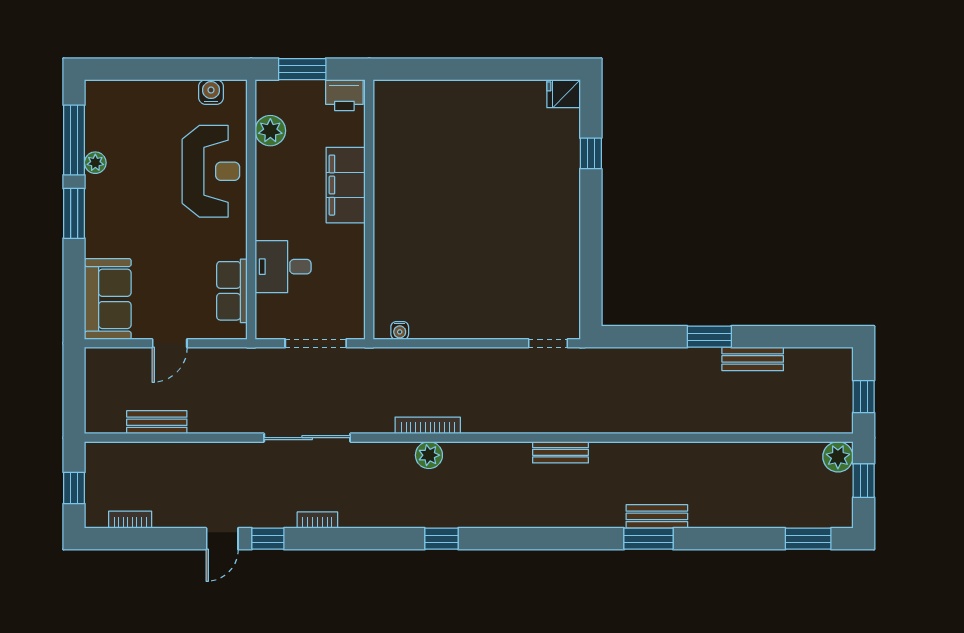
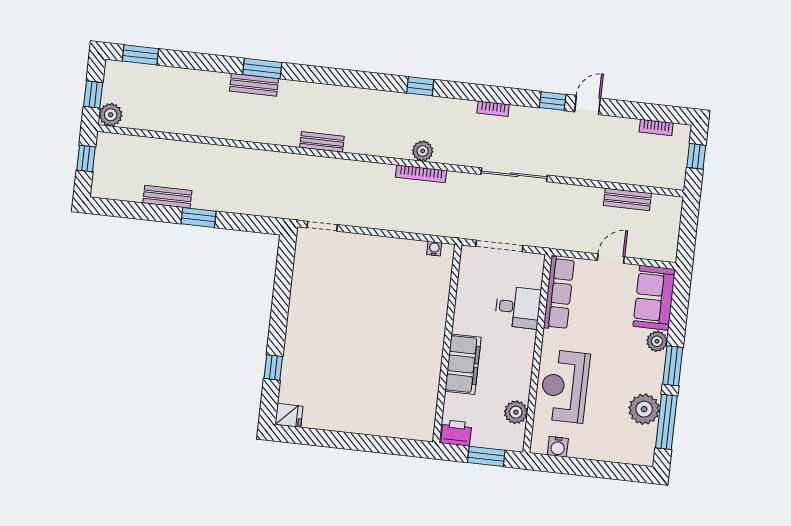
plant: (95, 163) -> (644, 409), width x1.88, depth x1.88
plant: (98, 243) -> (657, 341), added
row of seats: (232, 291) -> (559, 293), width x1.48
bookcase: (317, 520) -> (493, 109), moved

